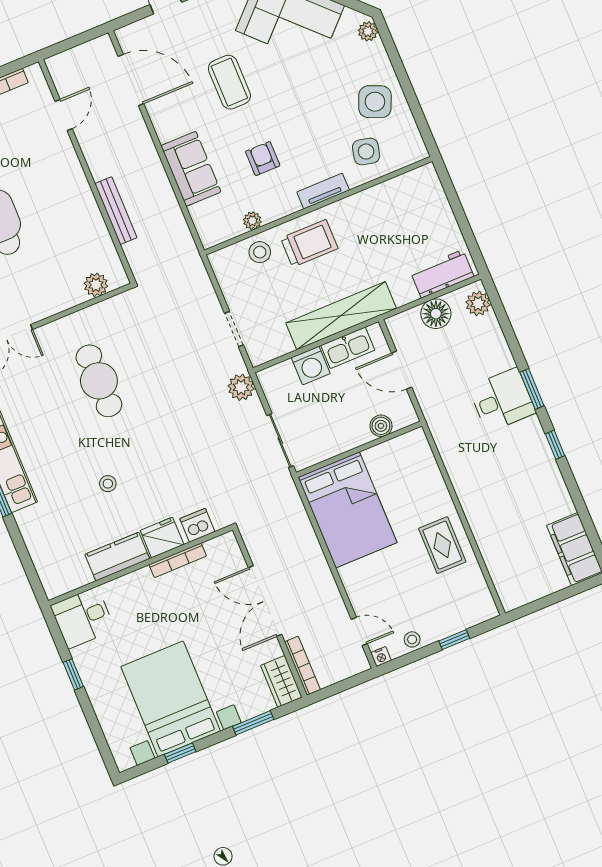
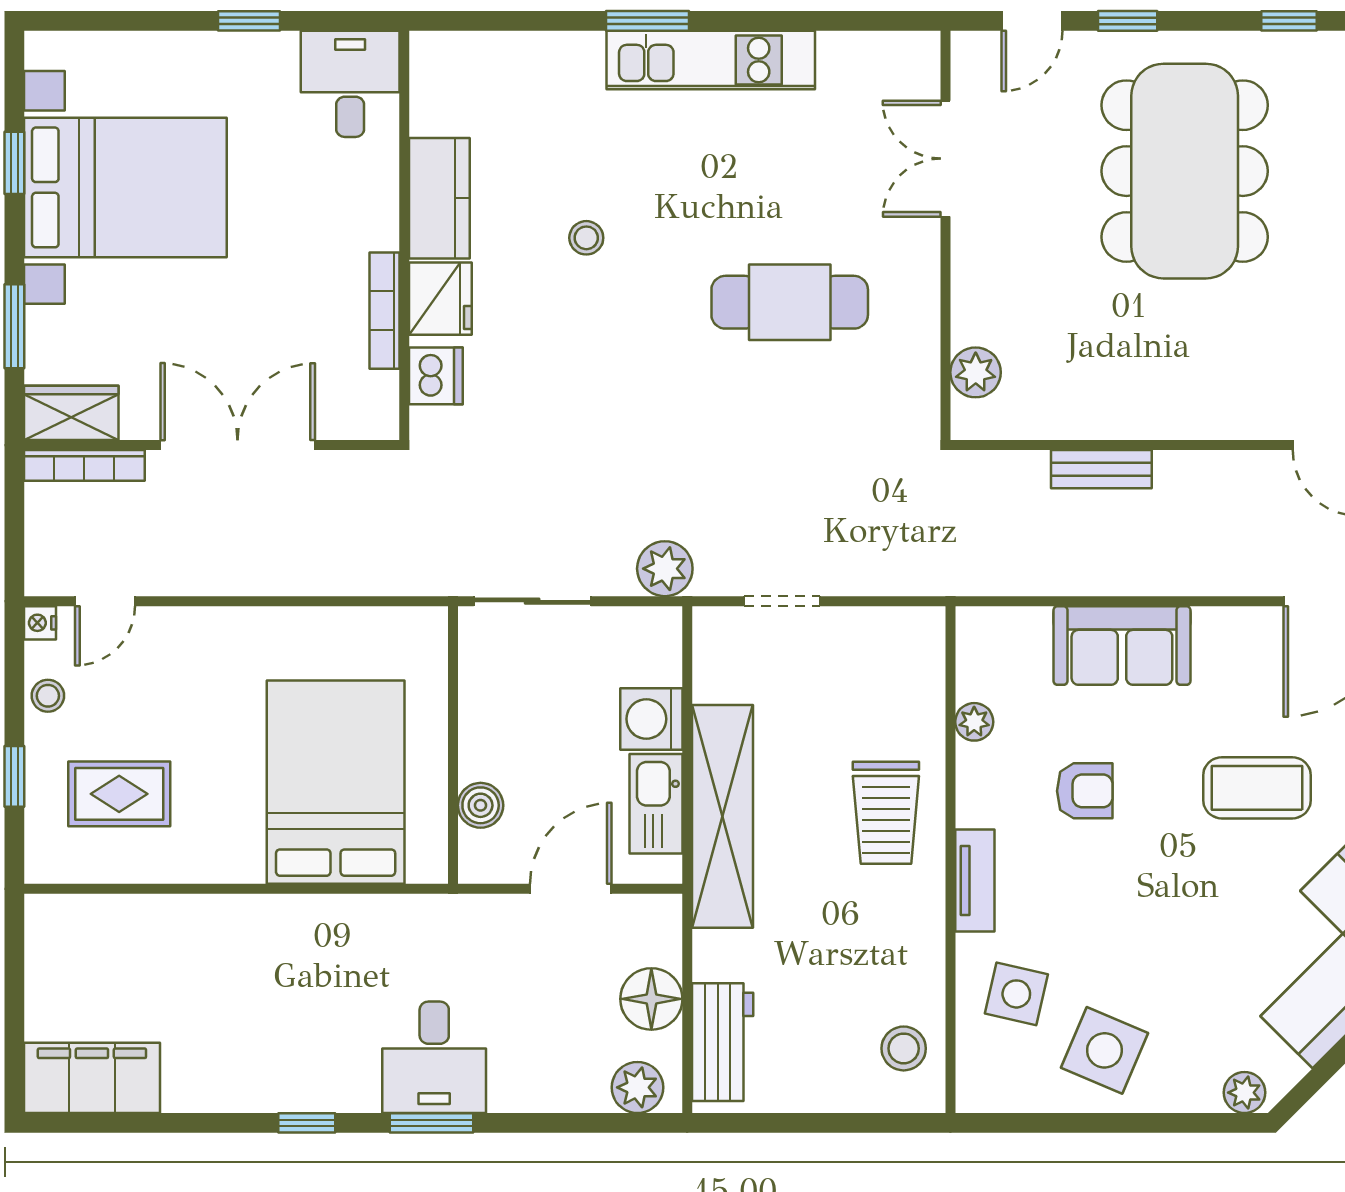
bench: (116, 211) -> (1101, 469), width x0.73
stool: (260, 252) -> (904, 1048), moved
bed: (347, 510) -> (336, 782), moved, turned 90
rug: (442, 545) -> (119, 794), moved

